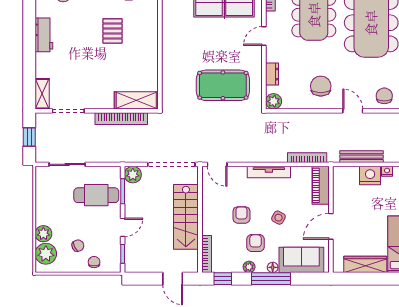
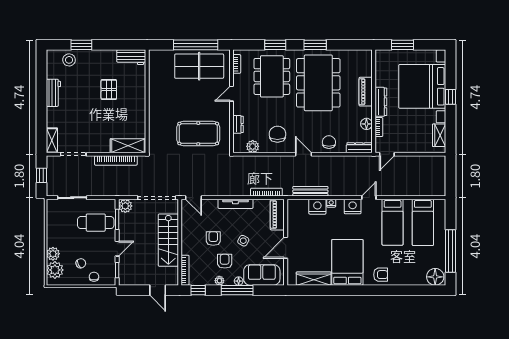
plant: (274, 101) -> (253, 146), moved

